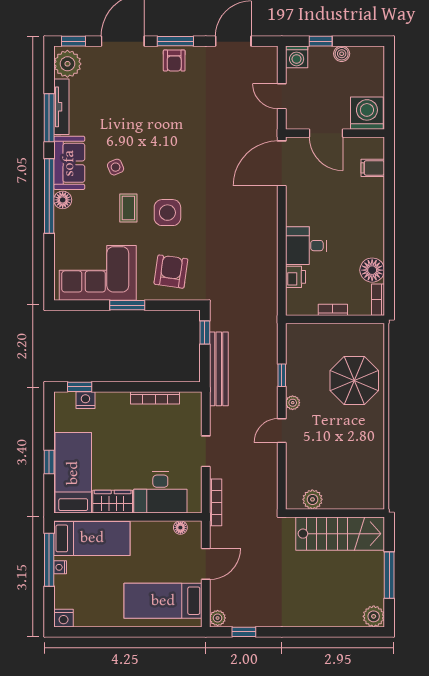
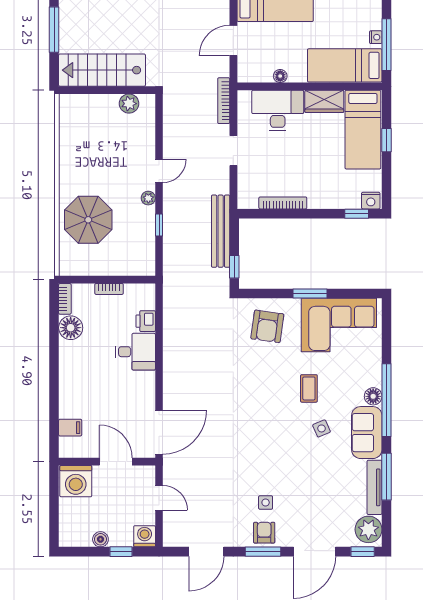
side table: (167, 213) -> (266, 502), moved, width x0.54, depth x0.54
nightstand: (85, 400) -> (371, 201), moved
floor lamp: (180, 528) -> (280, 76), moved

